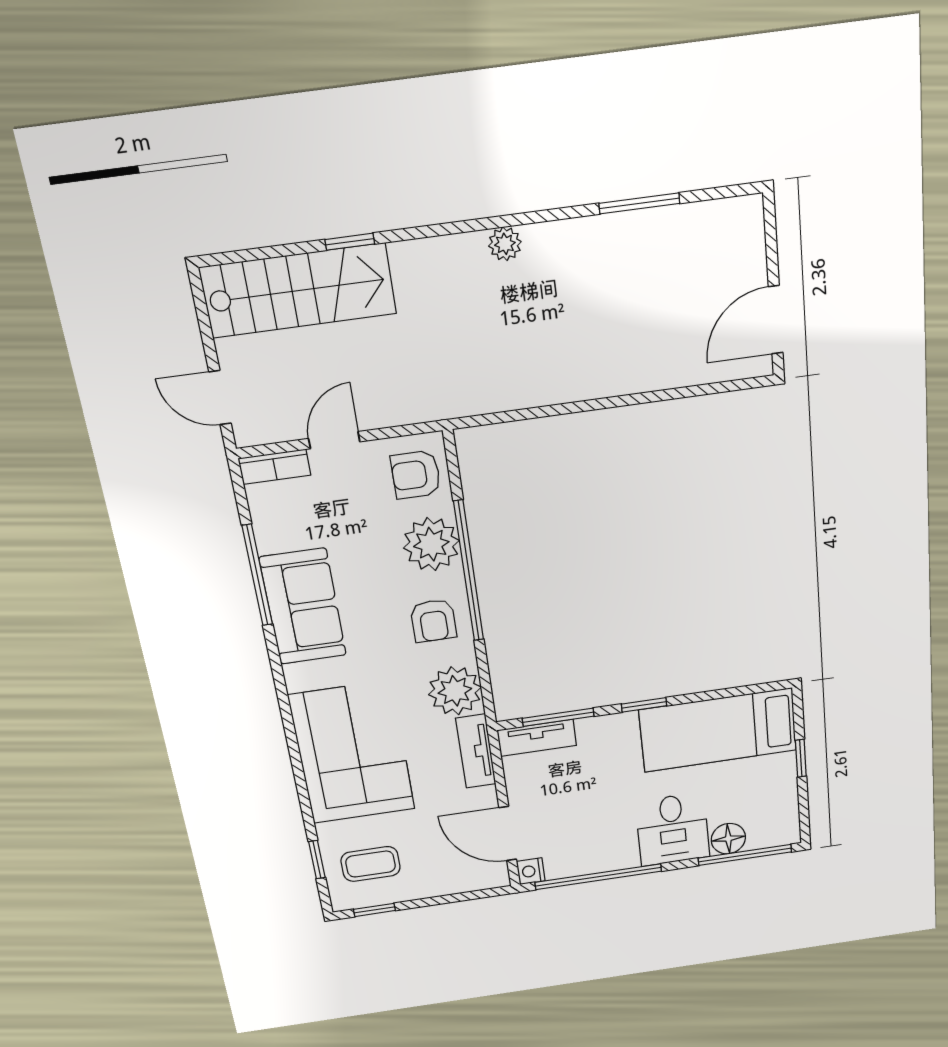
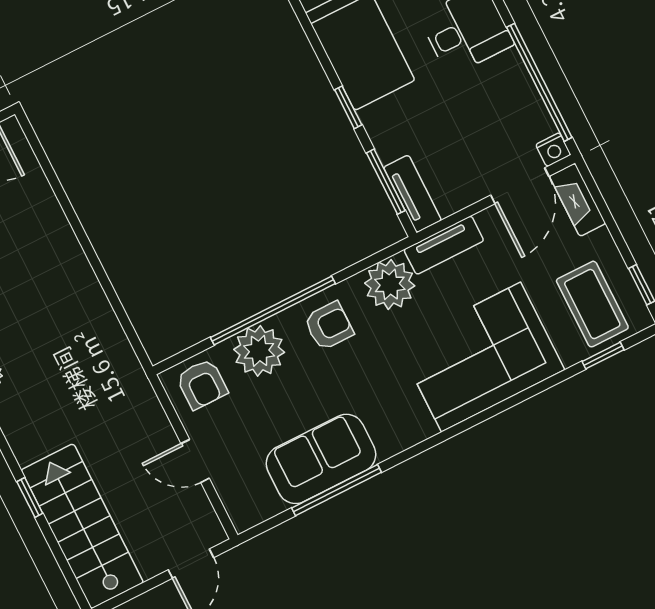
bookcase: (274, 467) -> (235, 503), removed
sofa: (303, 607) -> (321, 459), moved
coffee table: (371, 864) -> (592, 304), width x1.36, depth x1.30
fireplace: (475, 878) -> (577, 200), added

